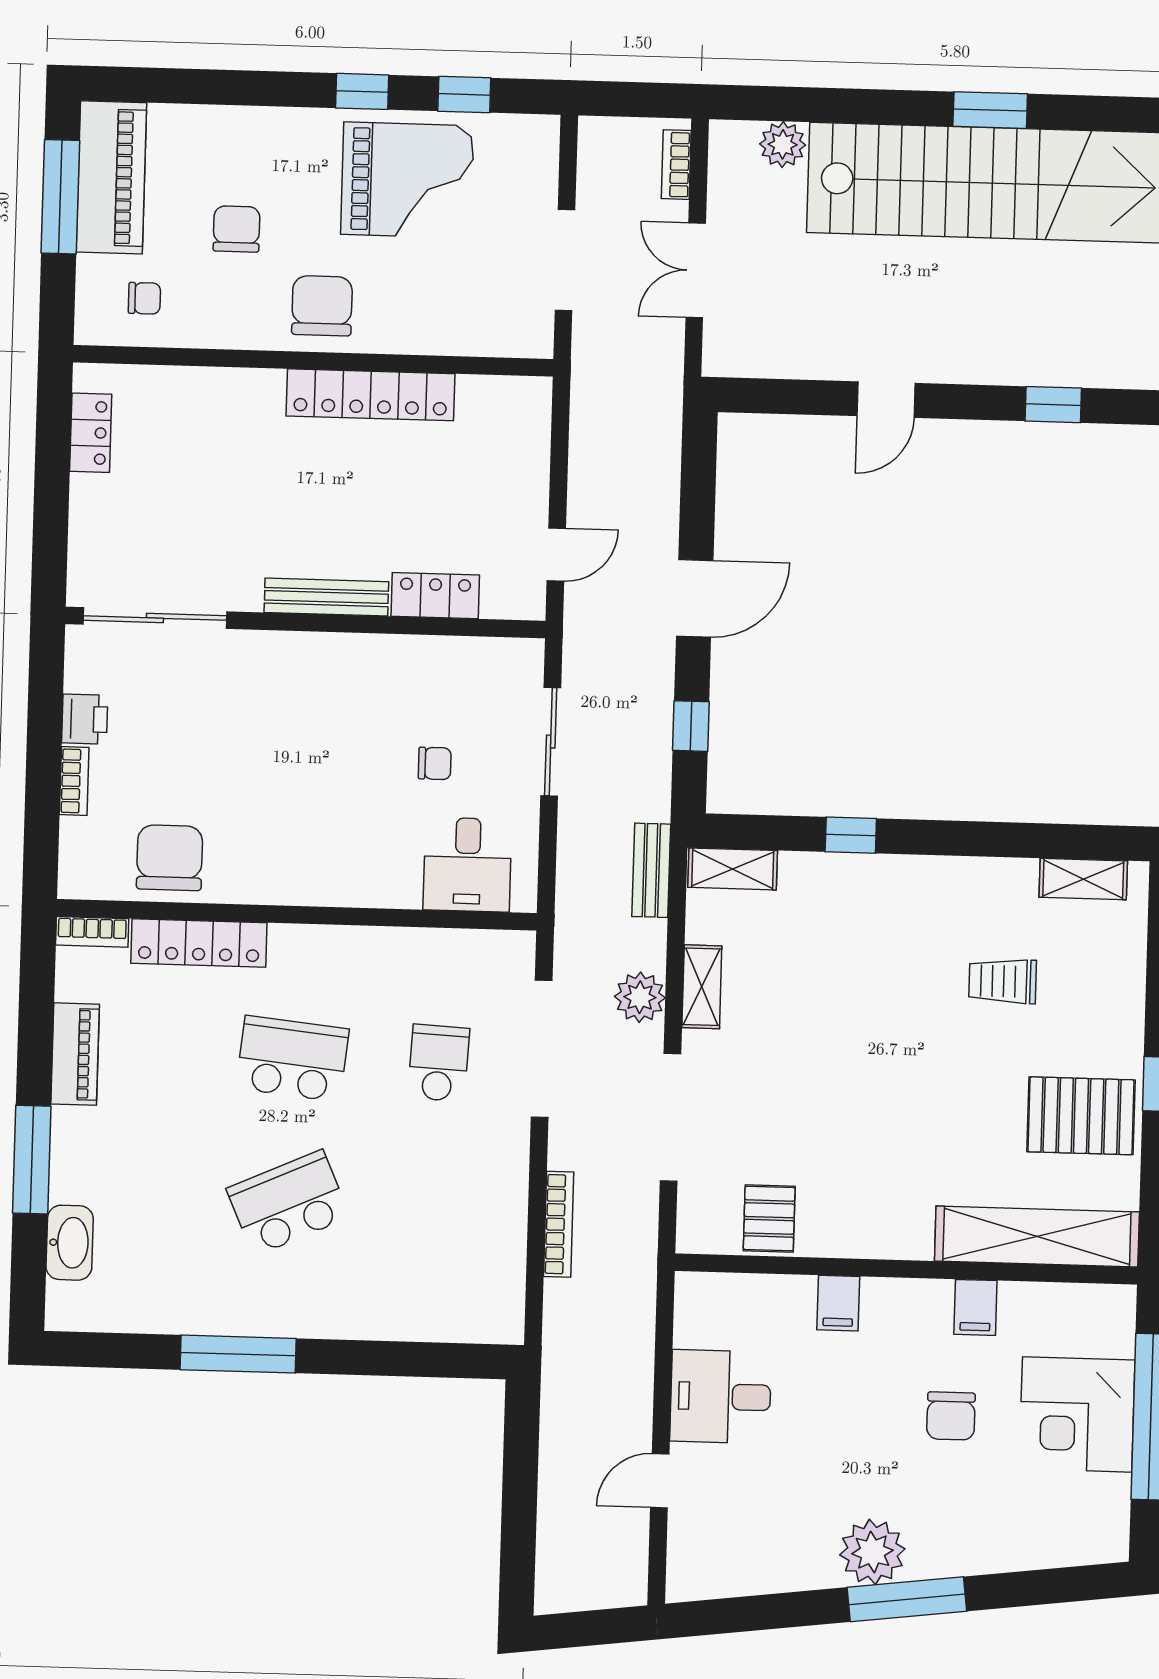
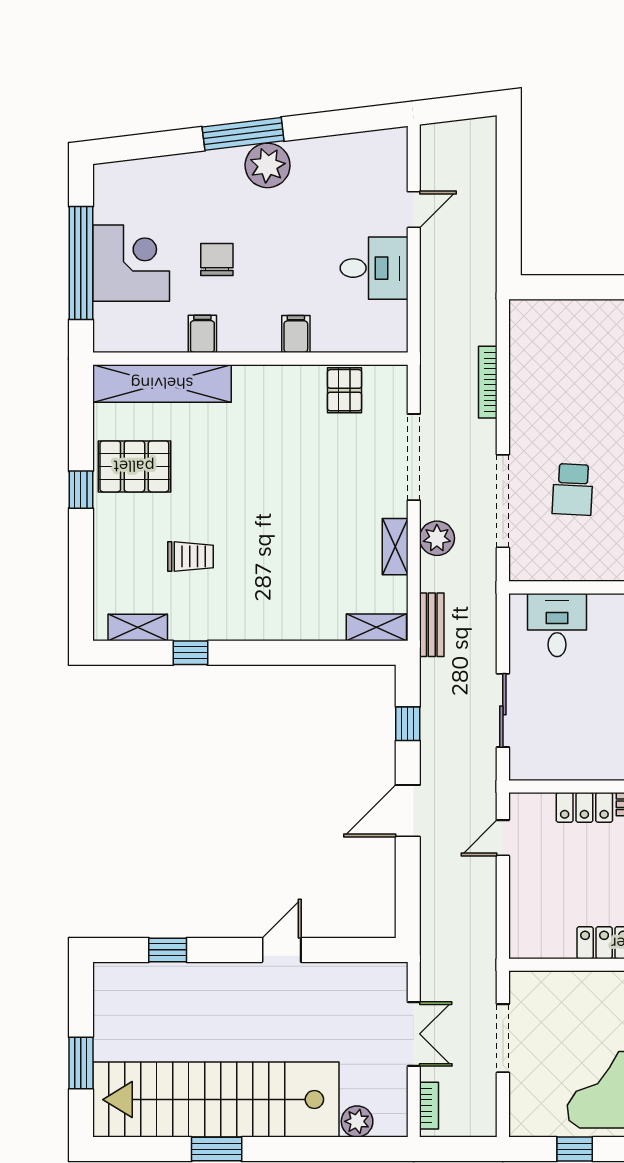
chair: (435, 763) -> (581, 693), removed
window: (851, 835) -> (190, 653), moved

